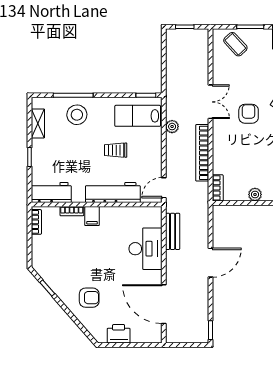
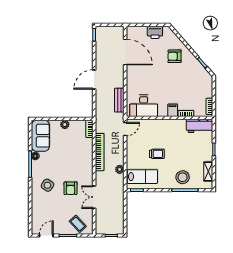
double door: (211, 102) -> (94, 197), moved
armchair: (249, 114) -> (71, 188), moved
workbench: (113, 193) -> (159, 126), removed
desk: (145, 249) -> (144, 106), moved, turned -90

